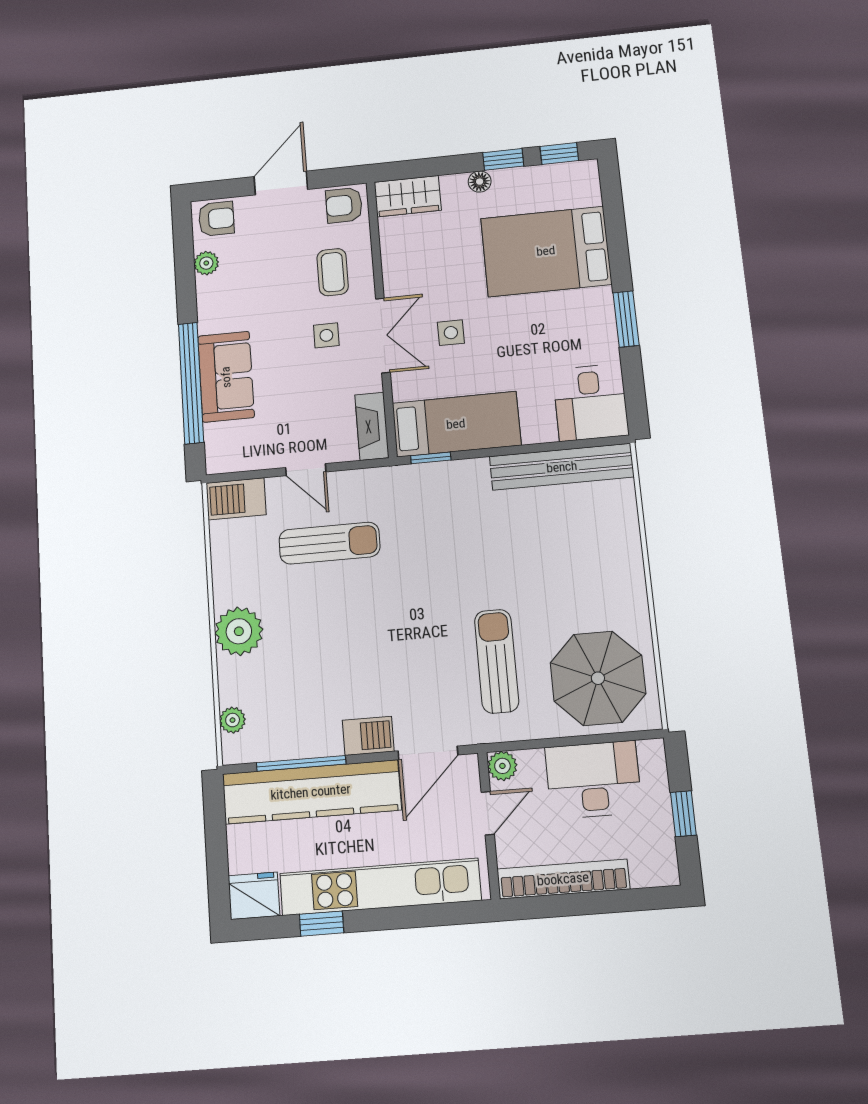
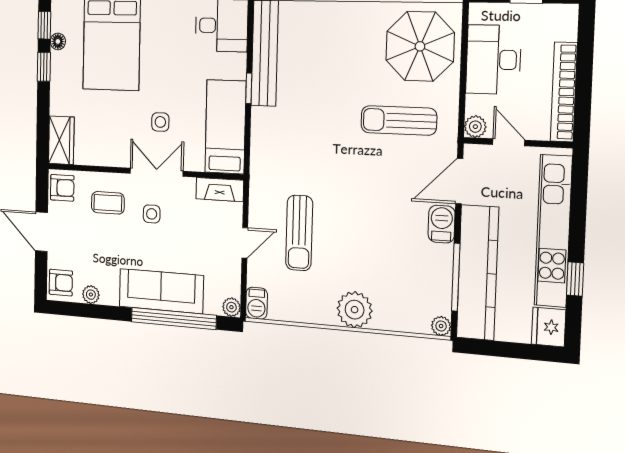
floor lamp: (480, 182) -> (58, 41), moved
armchair: (344, 205) -> (62, 188), turned -90
armchair: (216, 219) -> (61, 283), turned 90
sofa: (226, 377) -> (161, 291), width x1.36
window: (431, 458) -> (249, 88), moved
plant: (218, 462) -> (231, 307), added
barbecue: (236, 499) -> (257, 303), width x0.73, depth x0.79
sun lounger: (330, 543) -> (299, 233), turned 180
plant: (233, 720) -> (441, 326), moved
door: (428, 753) -> (459, 181), swing flipped

